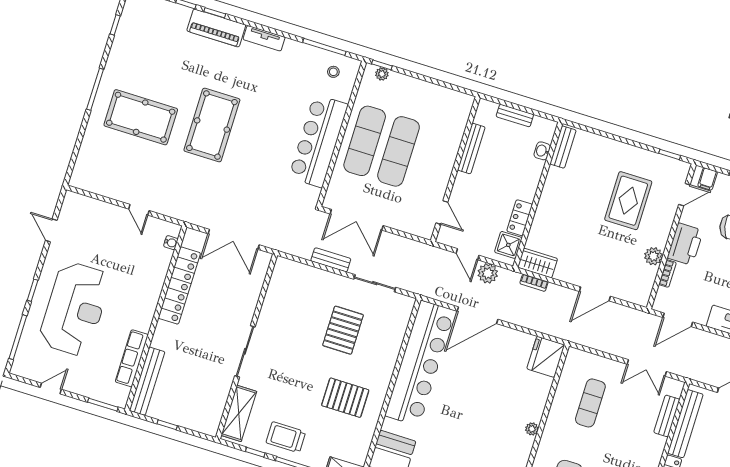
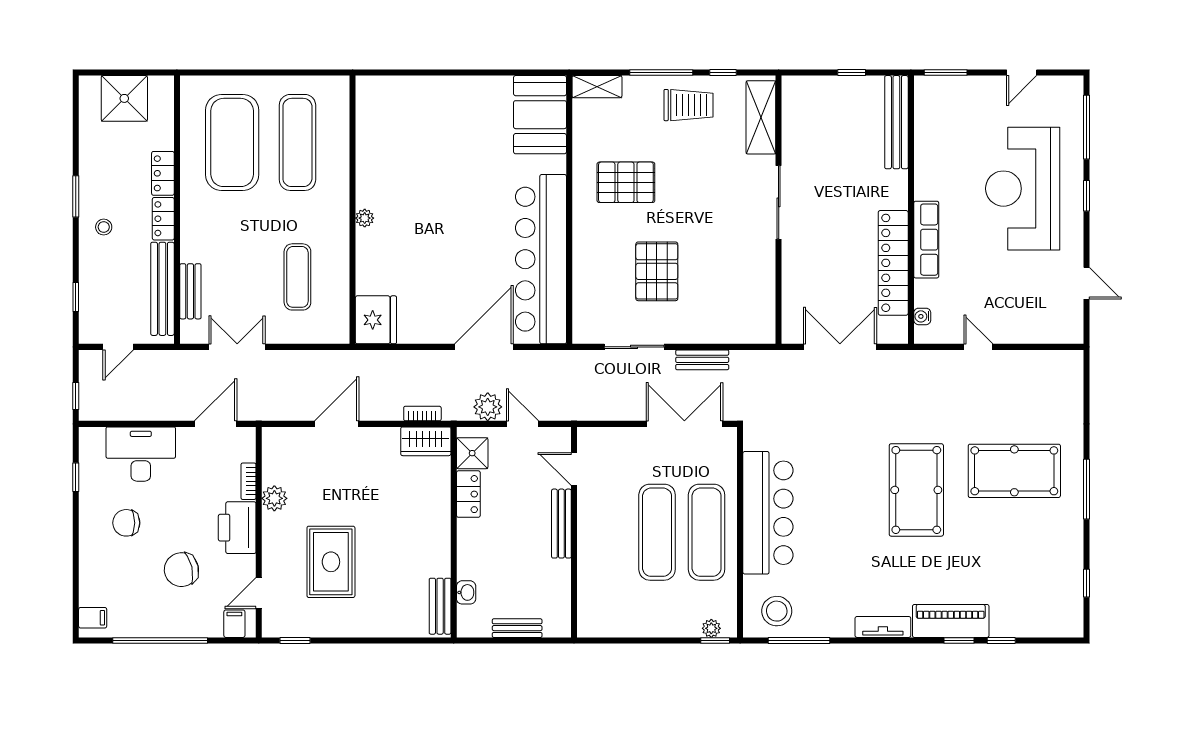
stool: (333, 72) -> (777, 611), width x1.89, depth x1.89
bench: (471, 149) -> (561, 524), moved
row of seats: (132, 358) -> (926, 240), moved

